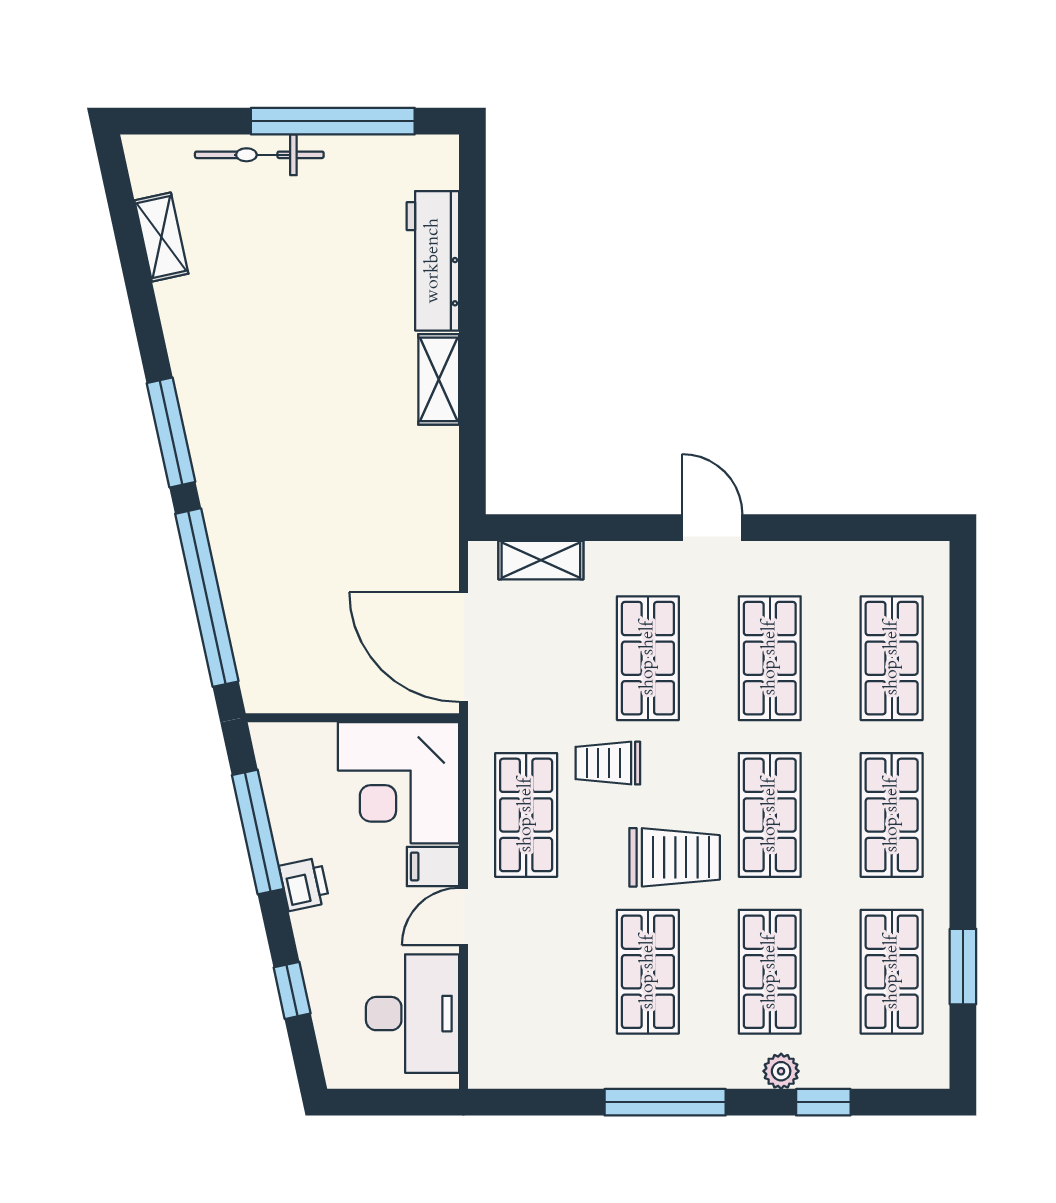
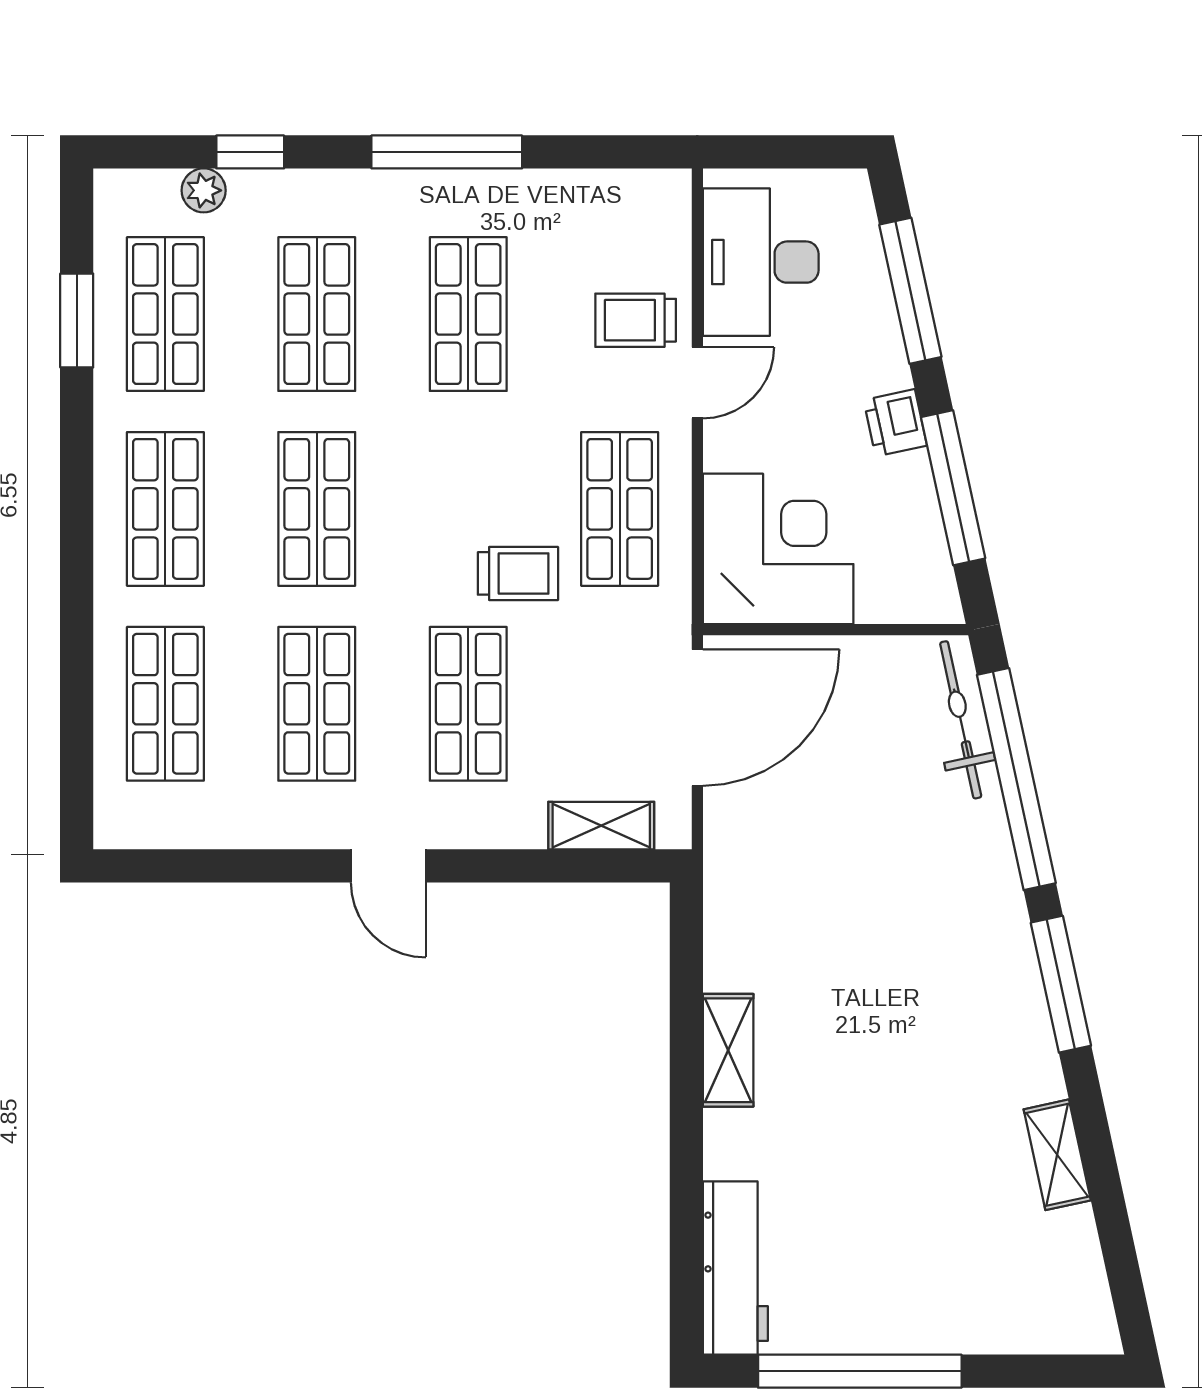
bicycle: (259, 155) -> (961, 720), moved, turned -102
shelving: (161, 237) -> (1057, 1155), moved
workbench: (433, 261) -> (735, 1268), moved
door: (464, 647) -> (697, 718), hinge flipped
trolley: (675, 857) -> (636, 320), moved, width x0.73, depth x0.72
filing cabinet: (433, 866) -> (735, 445), removed
window: (292, 990) -> (910, 291), width x2.17
plant: (781, 1071) -> (204, 190), moved

